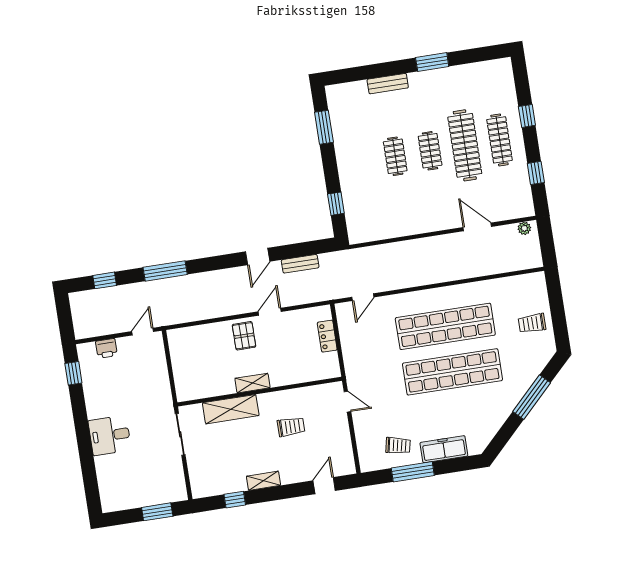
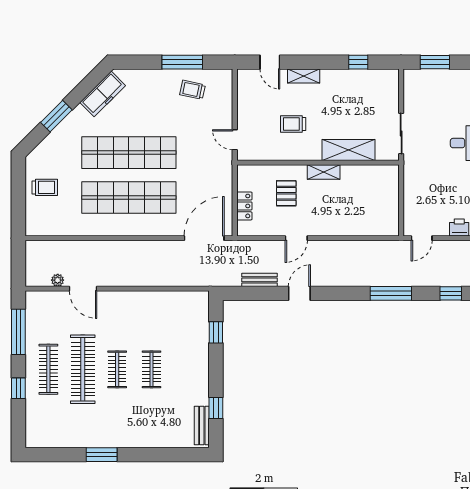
bench: (388, 84) -> (202, 426), moved, turned 90
window: (324, 127) -> (216, 408), width x0.67
window: (536, 173) -> (18, 332), width x2.17
plant: (524, 228) -> (58, 280), moved
door: (363, 297) -> (204, 238), width x1.87
pallet: (244, 336) -> (286, 193), moved
window: (532, 397) -> (56, 116), width x0.69
freezer: (444, 449) -> (103, 94), moved, turned -45
shelving: (263, 481) -> (304, 76), moved
door: (324, 486) -> (270, 62), hinge flipped

